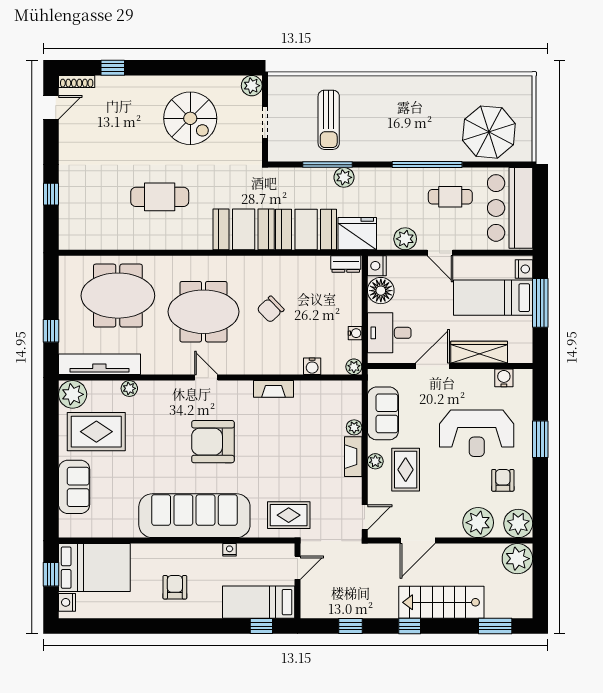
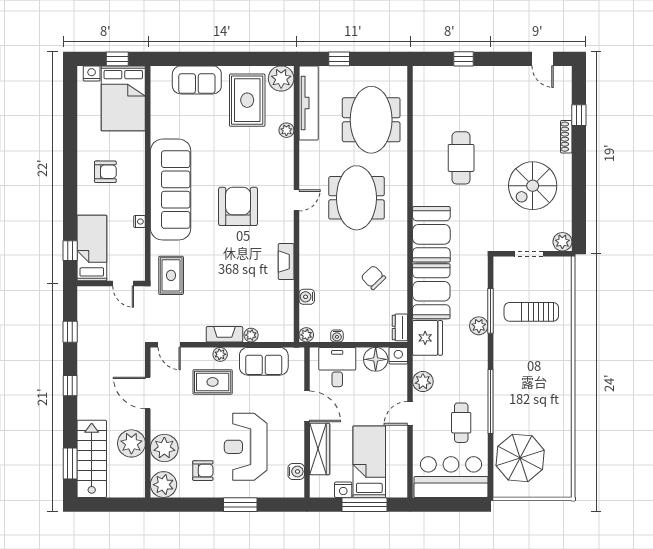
shoe rack: (77, 81) -> (566, 137), moved
nightstand: (524, 269) -> (343, 490), moved
chair: (270, 309) -> (373, 278), moved
plant: (517, 559) -> (131, 443), moved
stairs: (441, 602) -> (92, 459), moved

